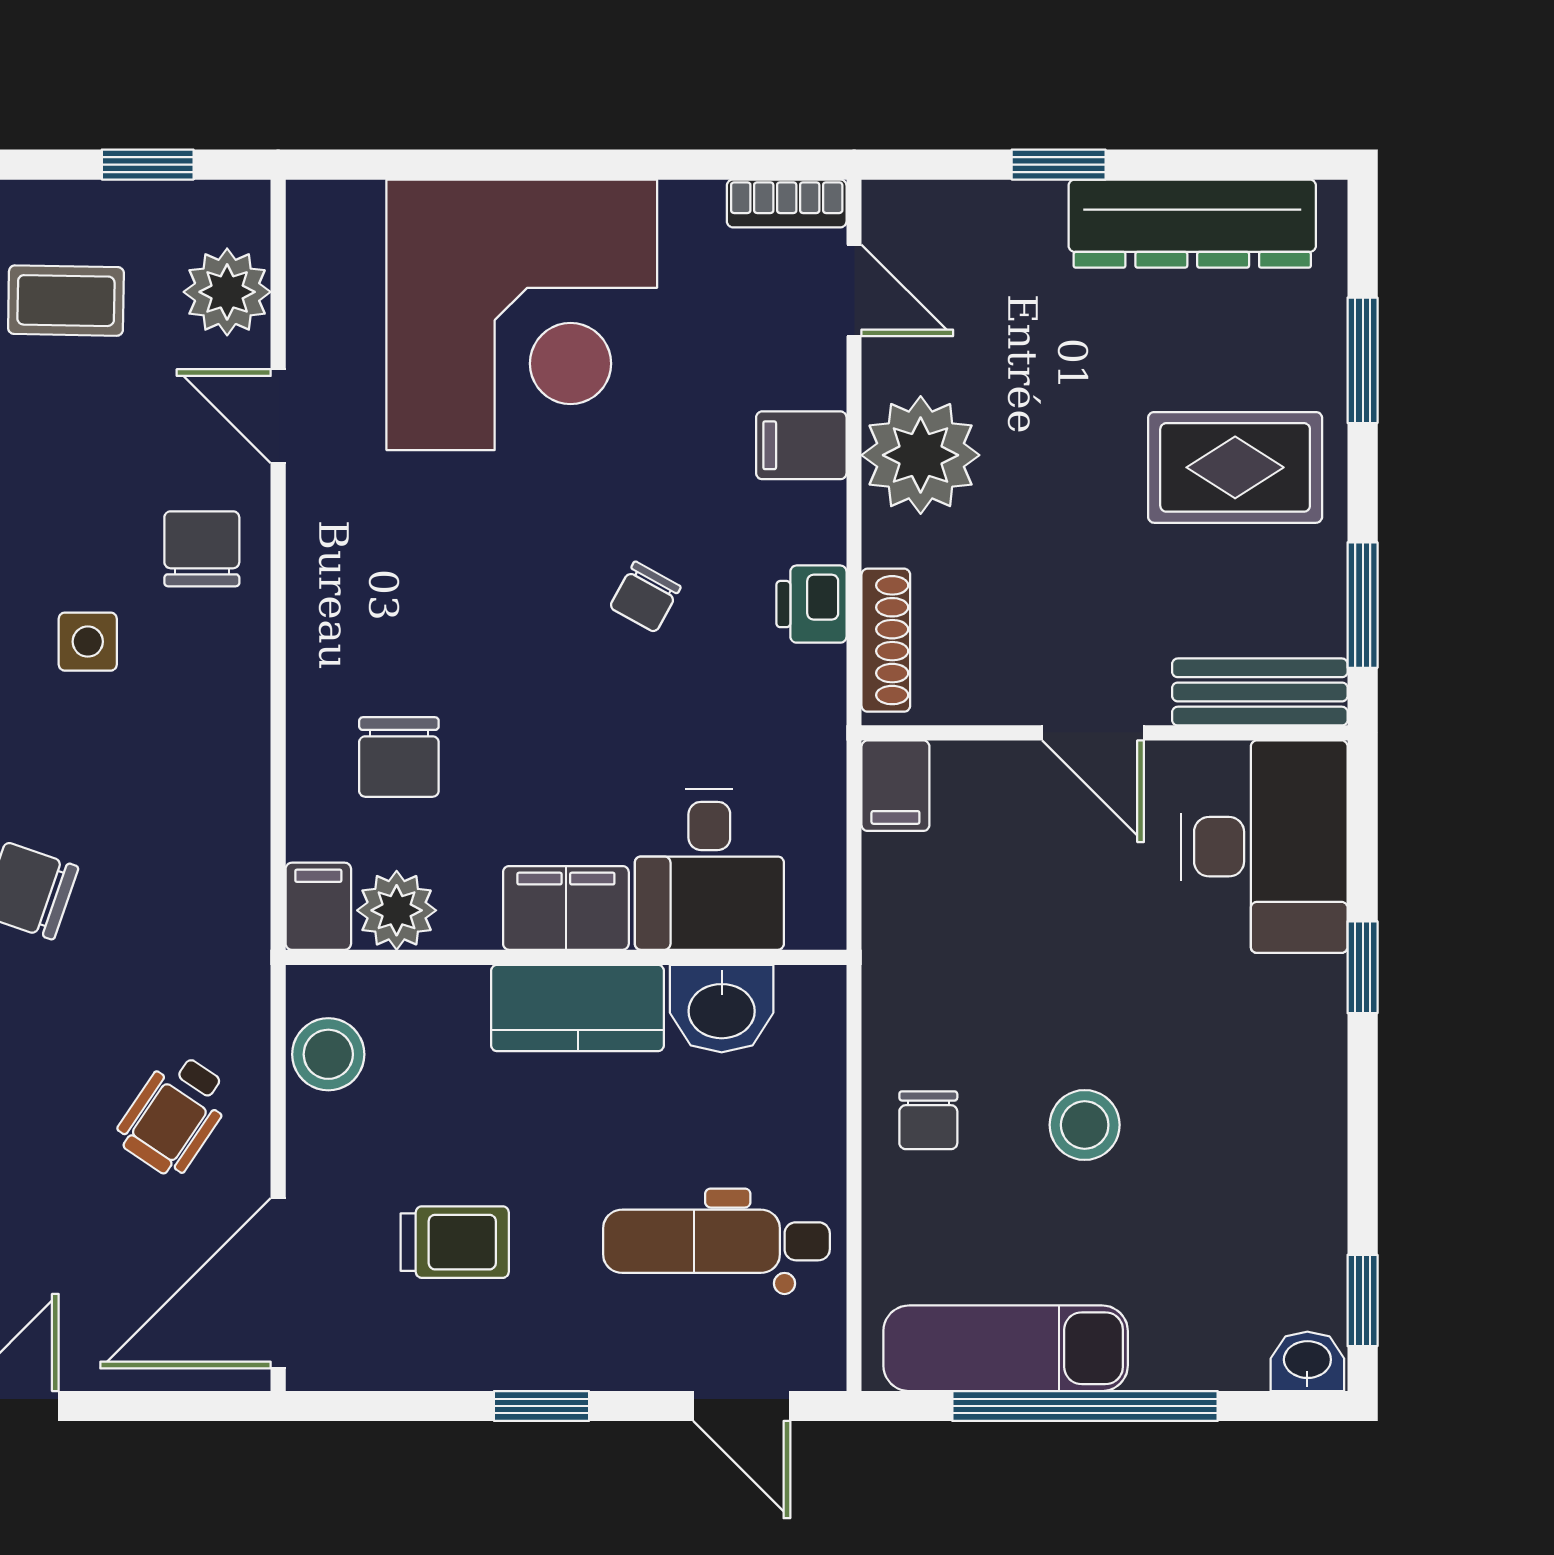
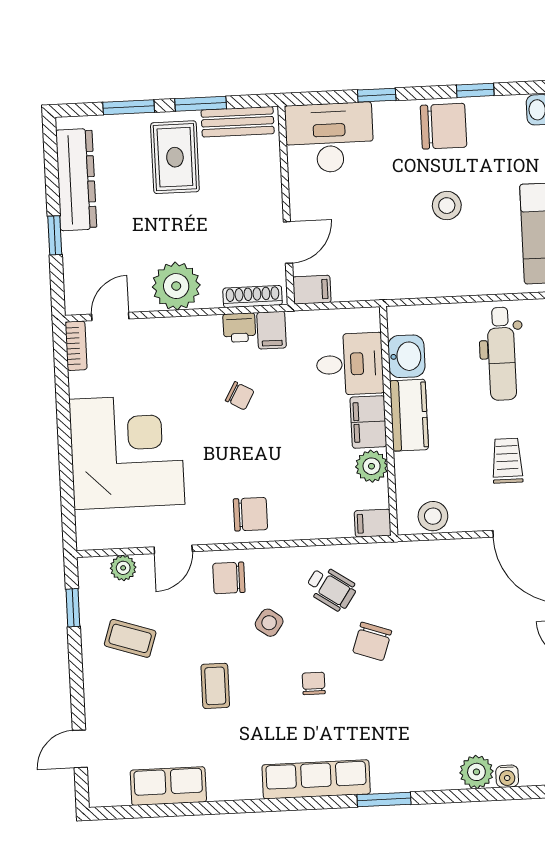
plant: (227, 292) -> (123, 568), width x0.73, depth x0.73
coffee table: (66, 301) -> (130, 638), turned -73
filing cabinet: (801, 445) -> (272, 330), moved
window: (1363, 605) -> (201, 104), moved
side table: (88, 642) -> (269, 623), turned 36
bench: (1260, 692) -> (238, 122), moved, turned 90
door: (1093, 733) -> (288, 242), moved
chair: (399, 757) -> (250, 514), moved
plant: (397, 910) -> (372, 466), moved
wheelchair: (174, 1115) -> (331, 588), moved
chair: (928, 1120) -> (444, 126), moved, width x1.87, depth x1.87
window: (1363, 1300) -> (475, 90), moved

